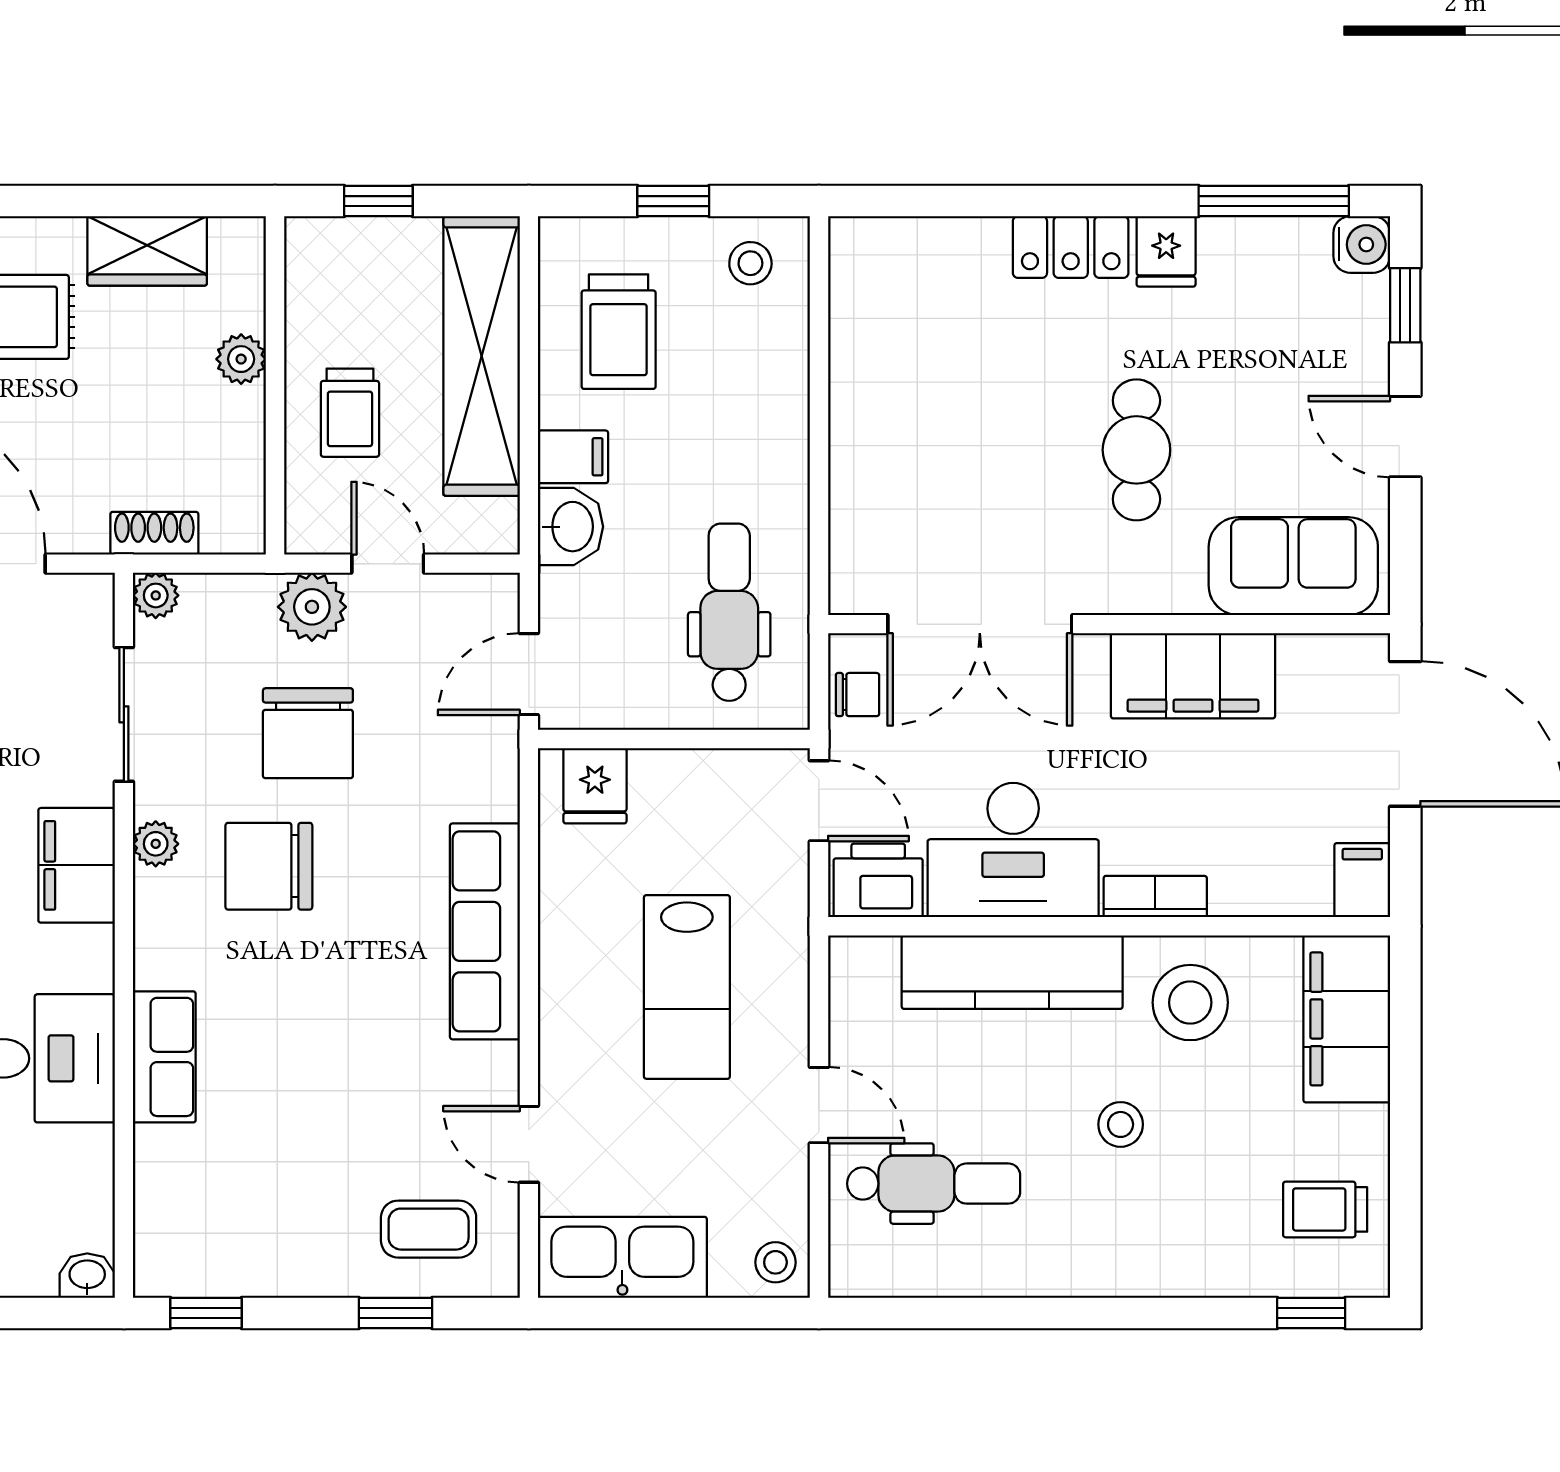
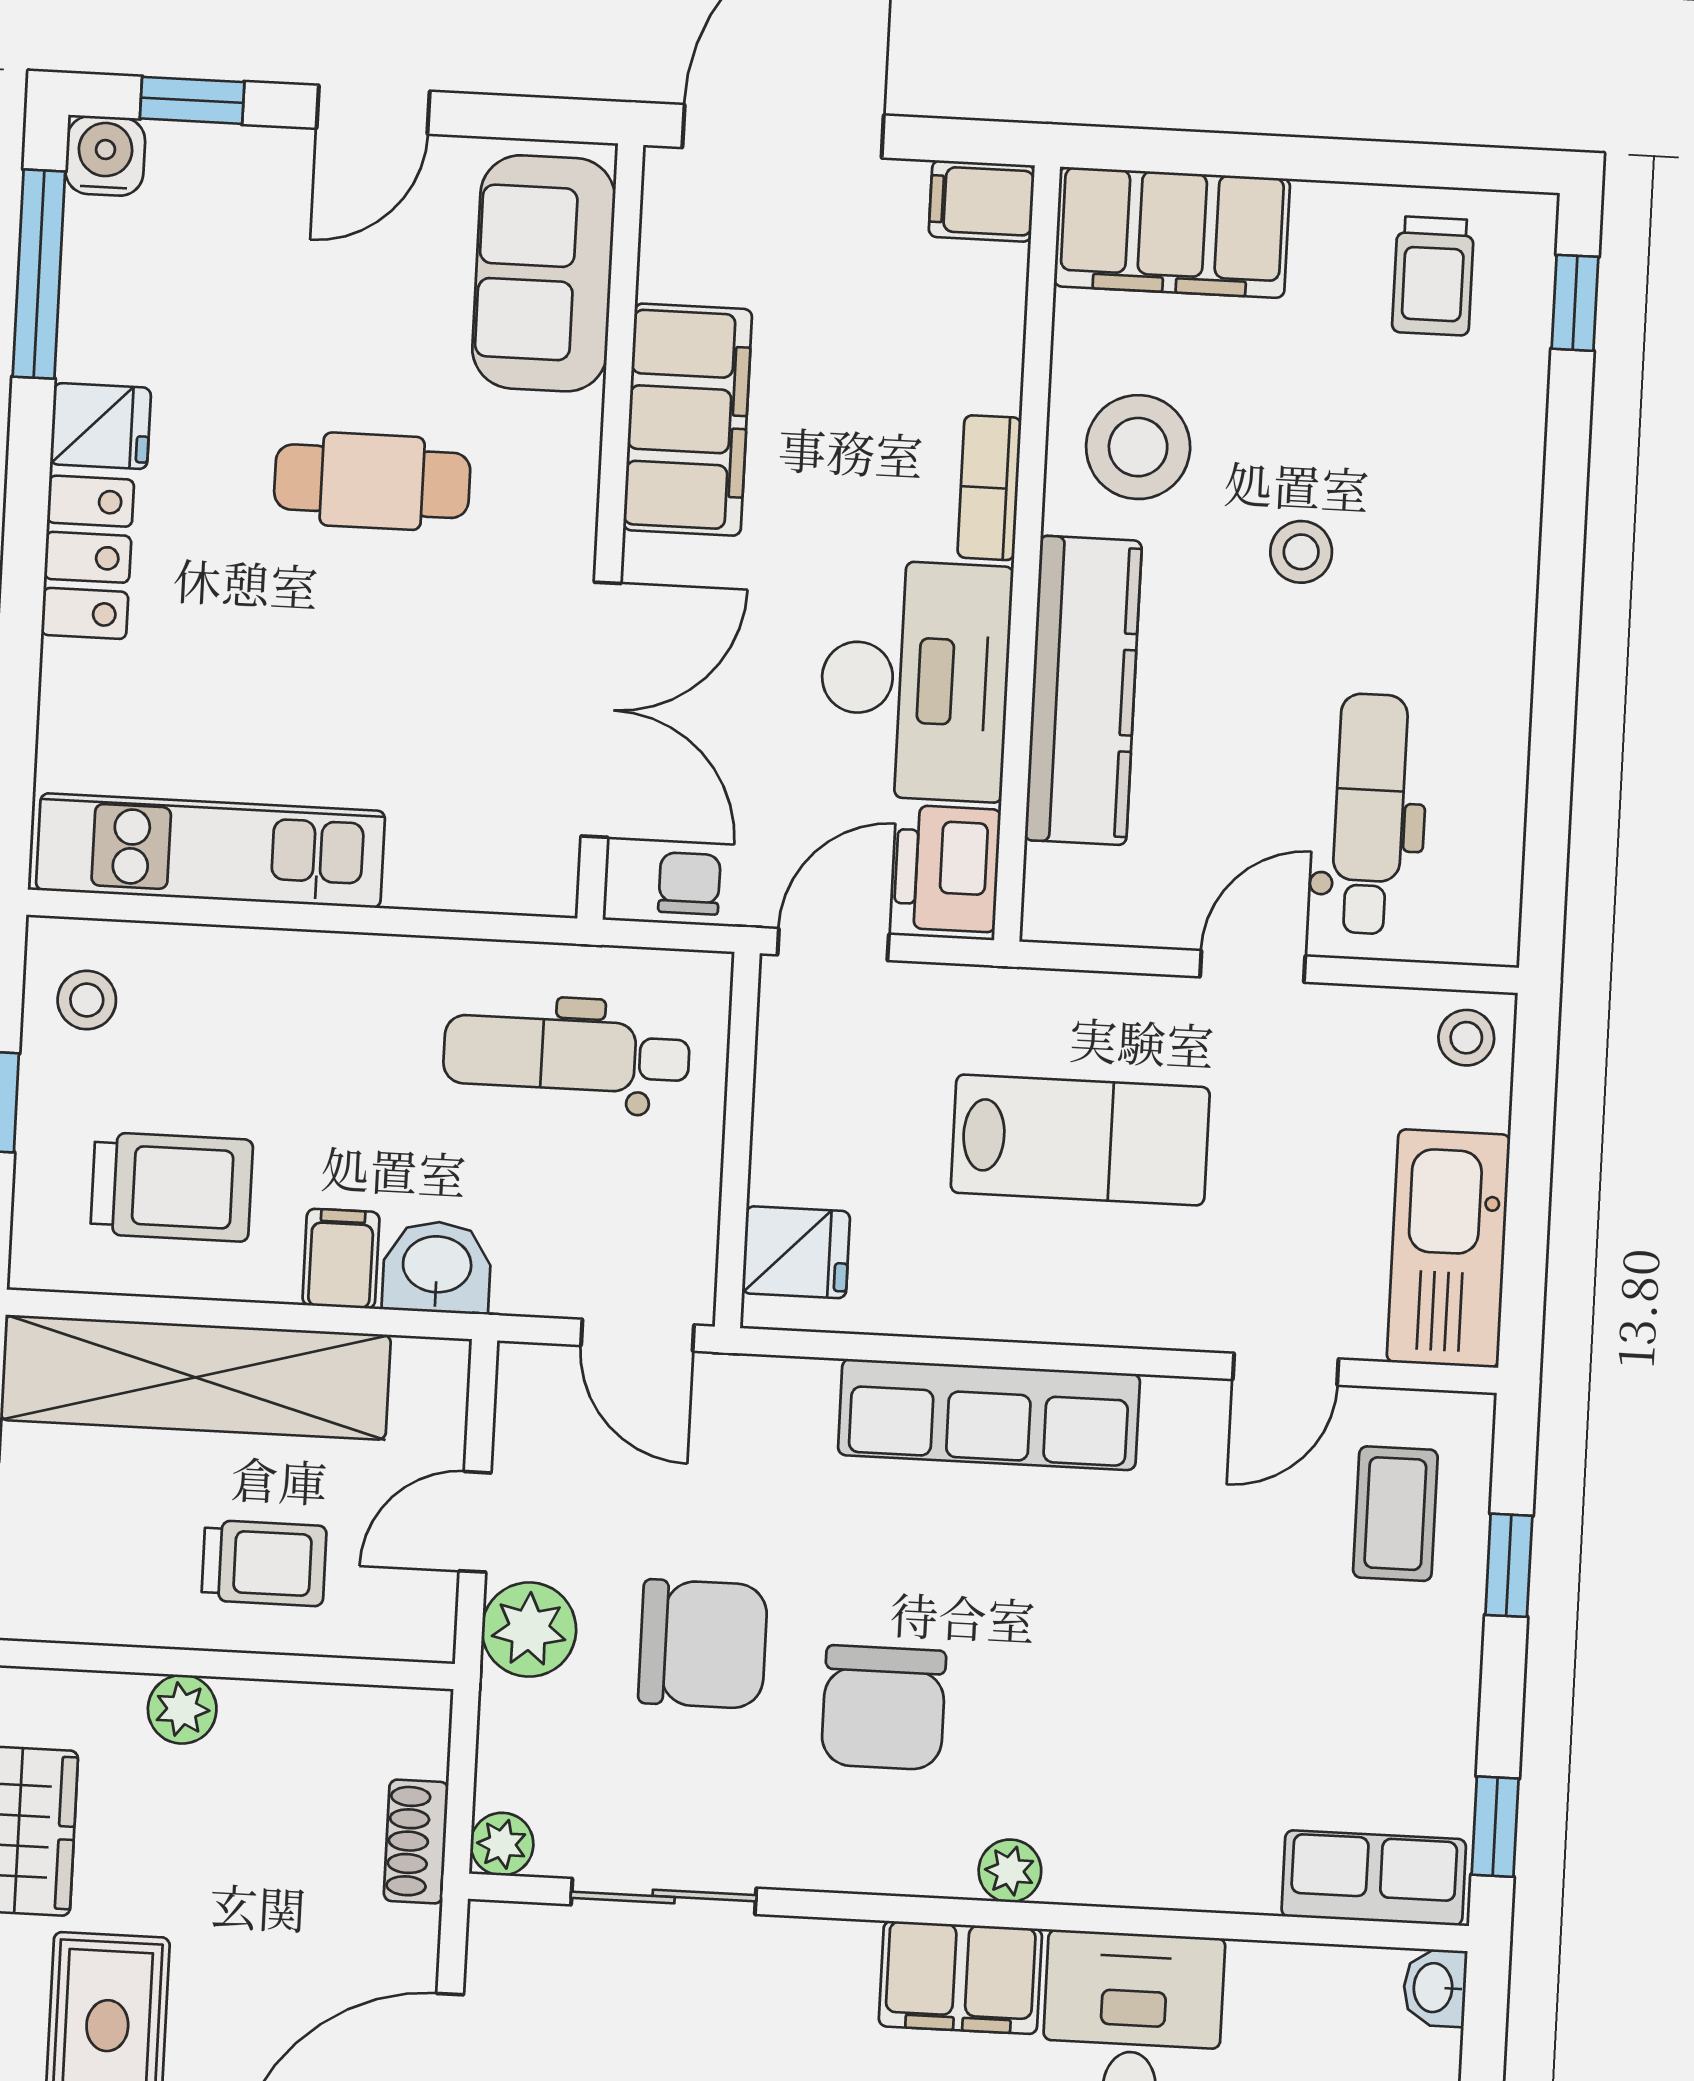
kitchen unit: (863, 347) -> (211, 851), added
plant: (156, 844) -> (1010, 1871), moved
filing cabinet: (77, 865) -> (960, 1977), moved
row of seats: (164, 1057) -> (1374, 1878), moved

